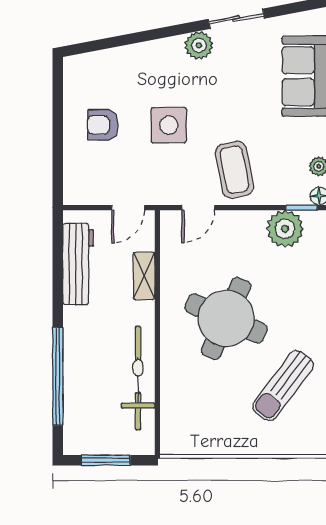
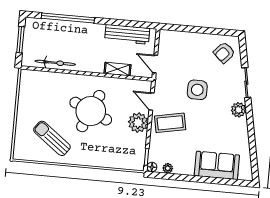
sliding door: (236, 19) -> (246, 83), moved
armchair: (103, 125) -> (224, 53), moved, turned -138
plant: (285, 229) -> (138, 123), moved
bicycle: (138, 378) -> (55, 63), width x0.73, depth x0.71

